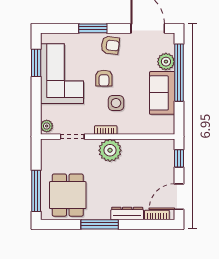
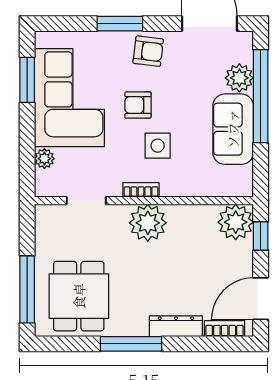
armchair: (104, 78) -> (138, 105), turned 90
plant: (47, 126) -> (44, 159), moved
plant: (164, 150) -> (236, 222), added

